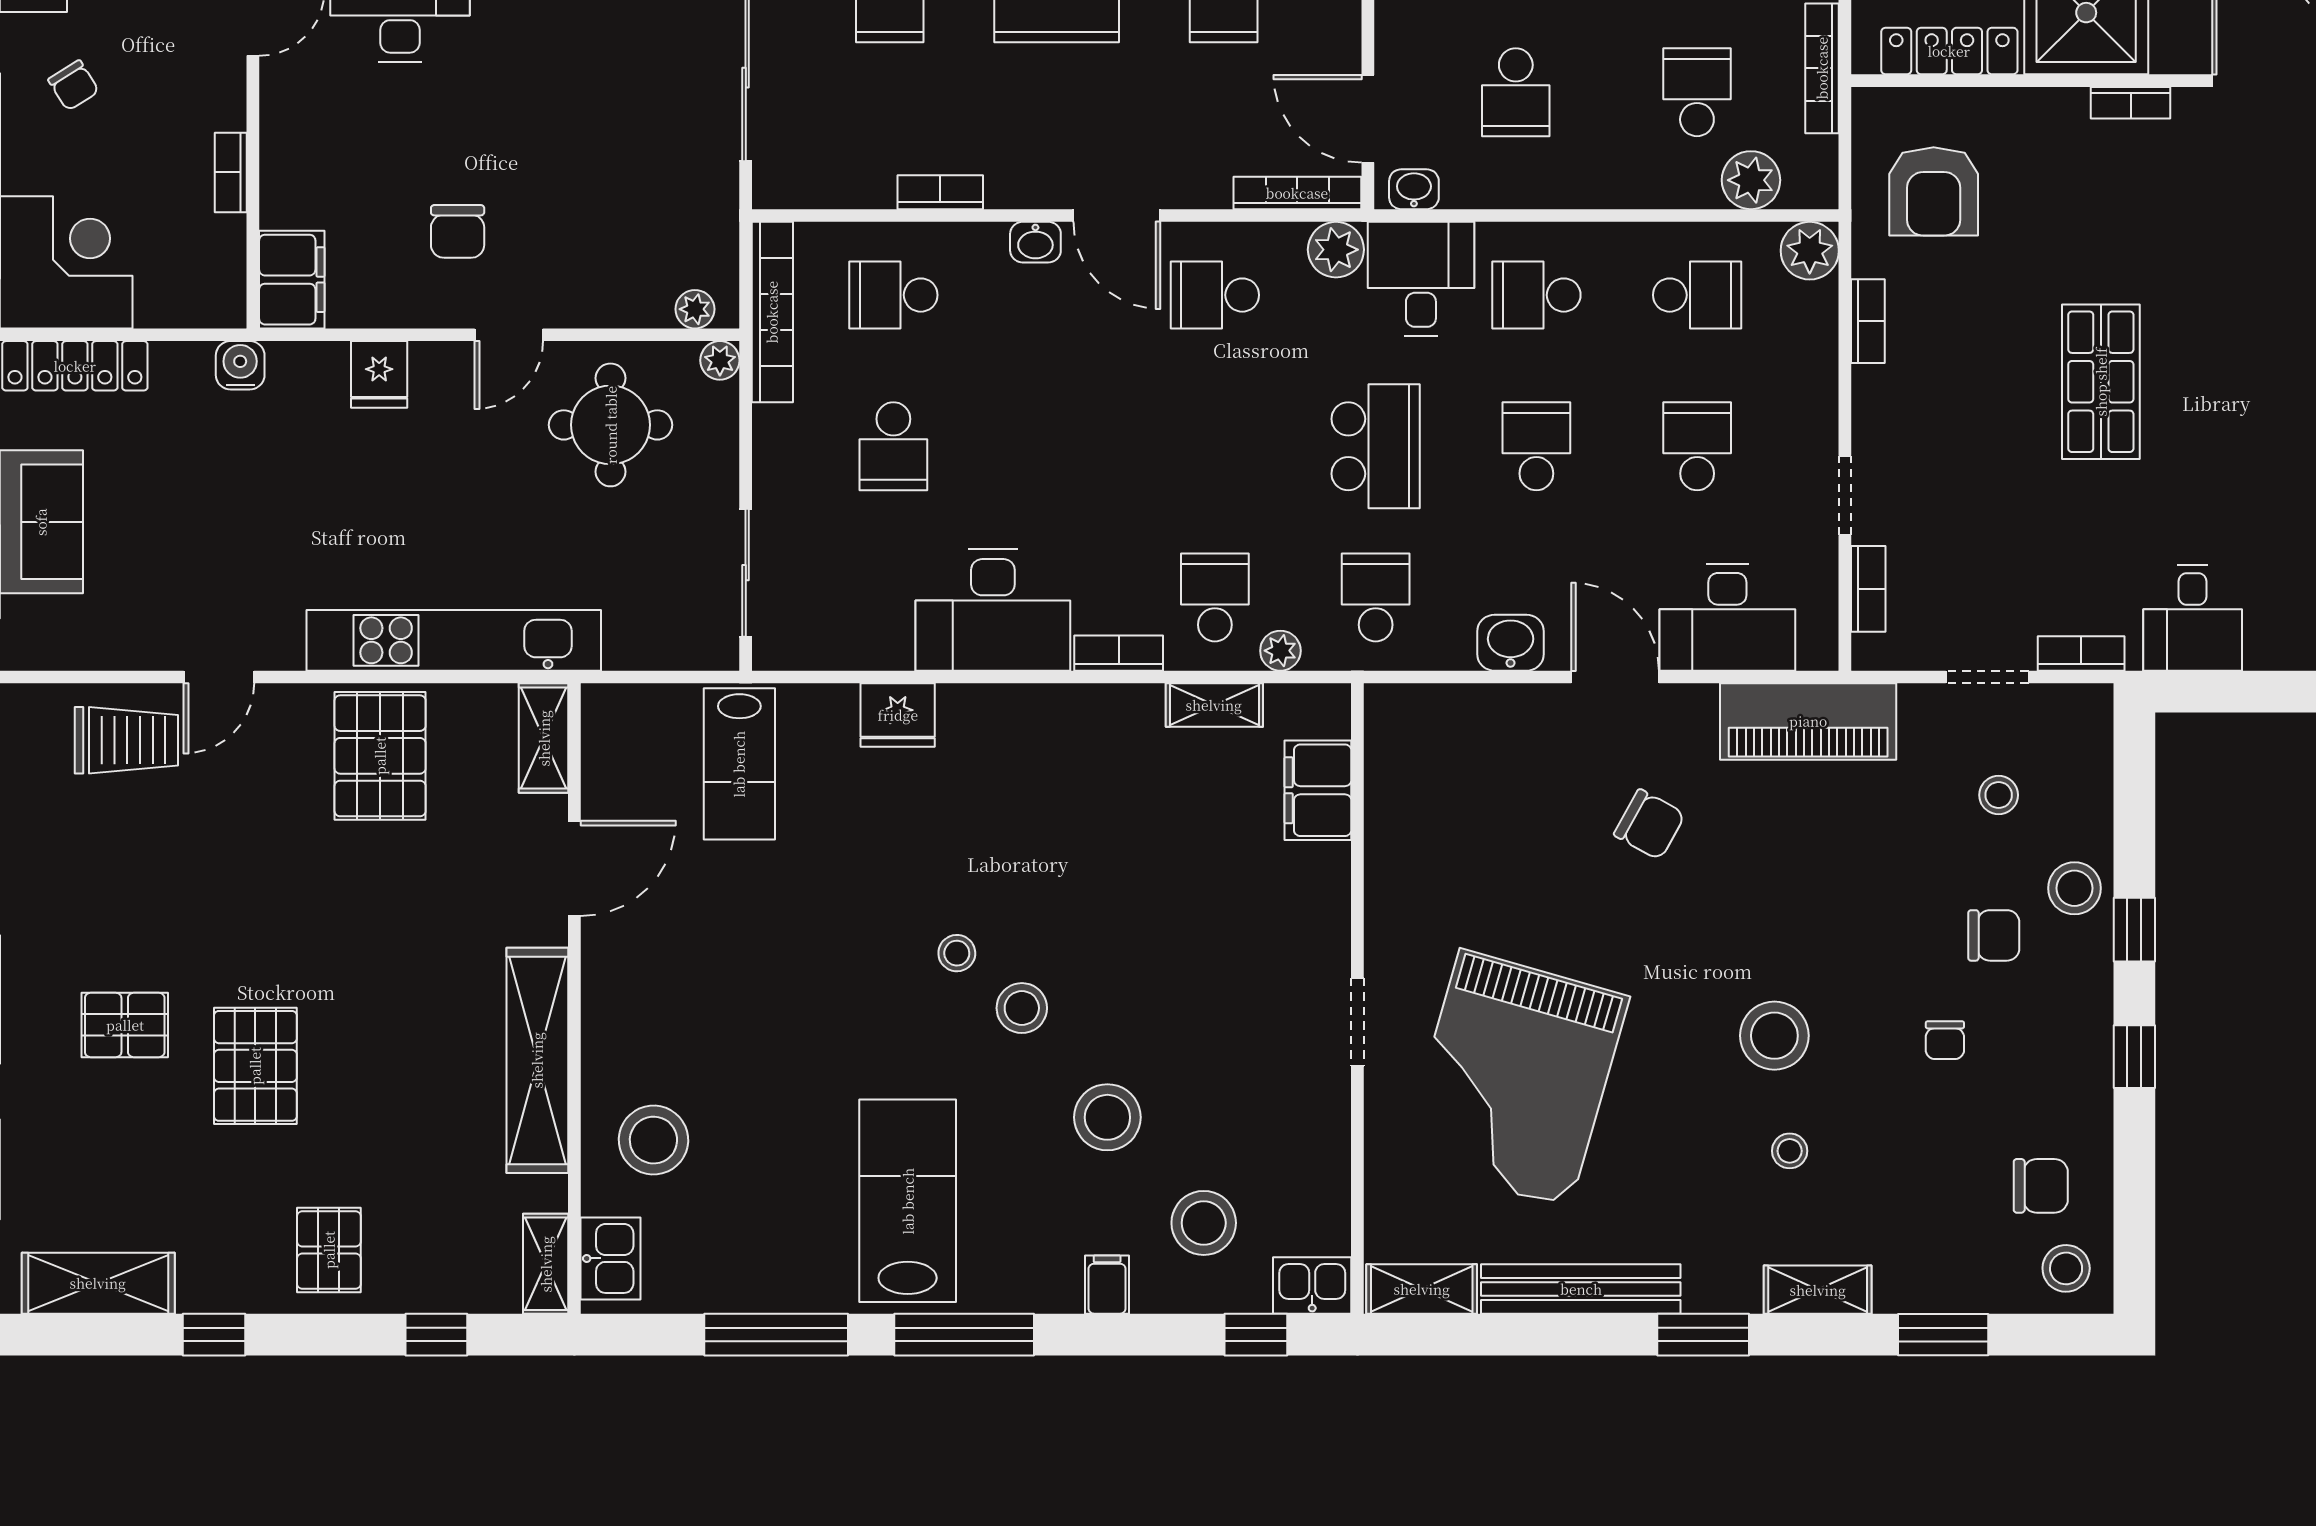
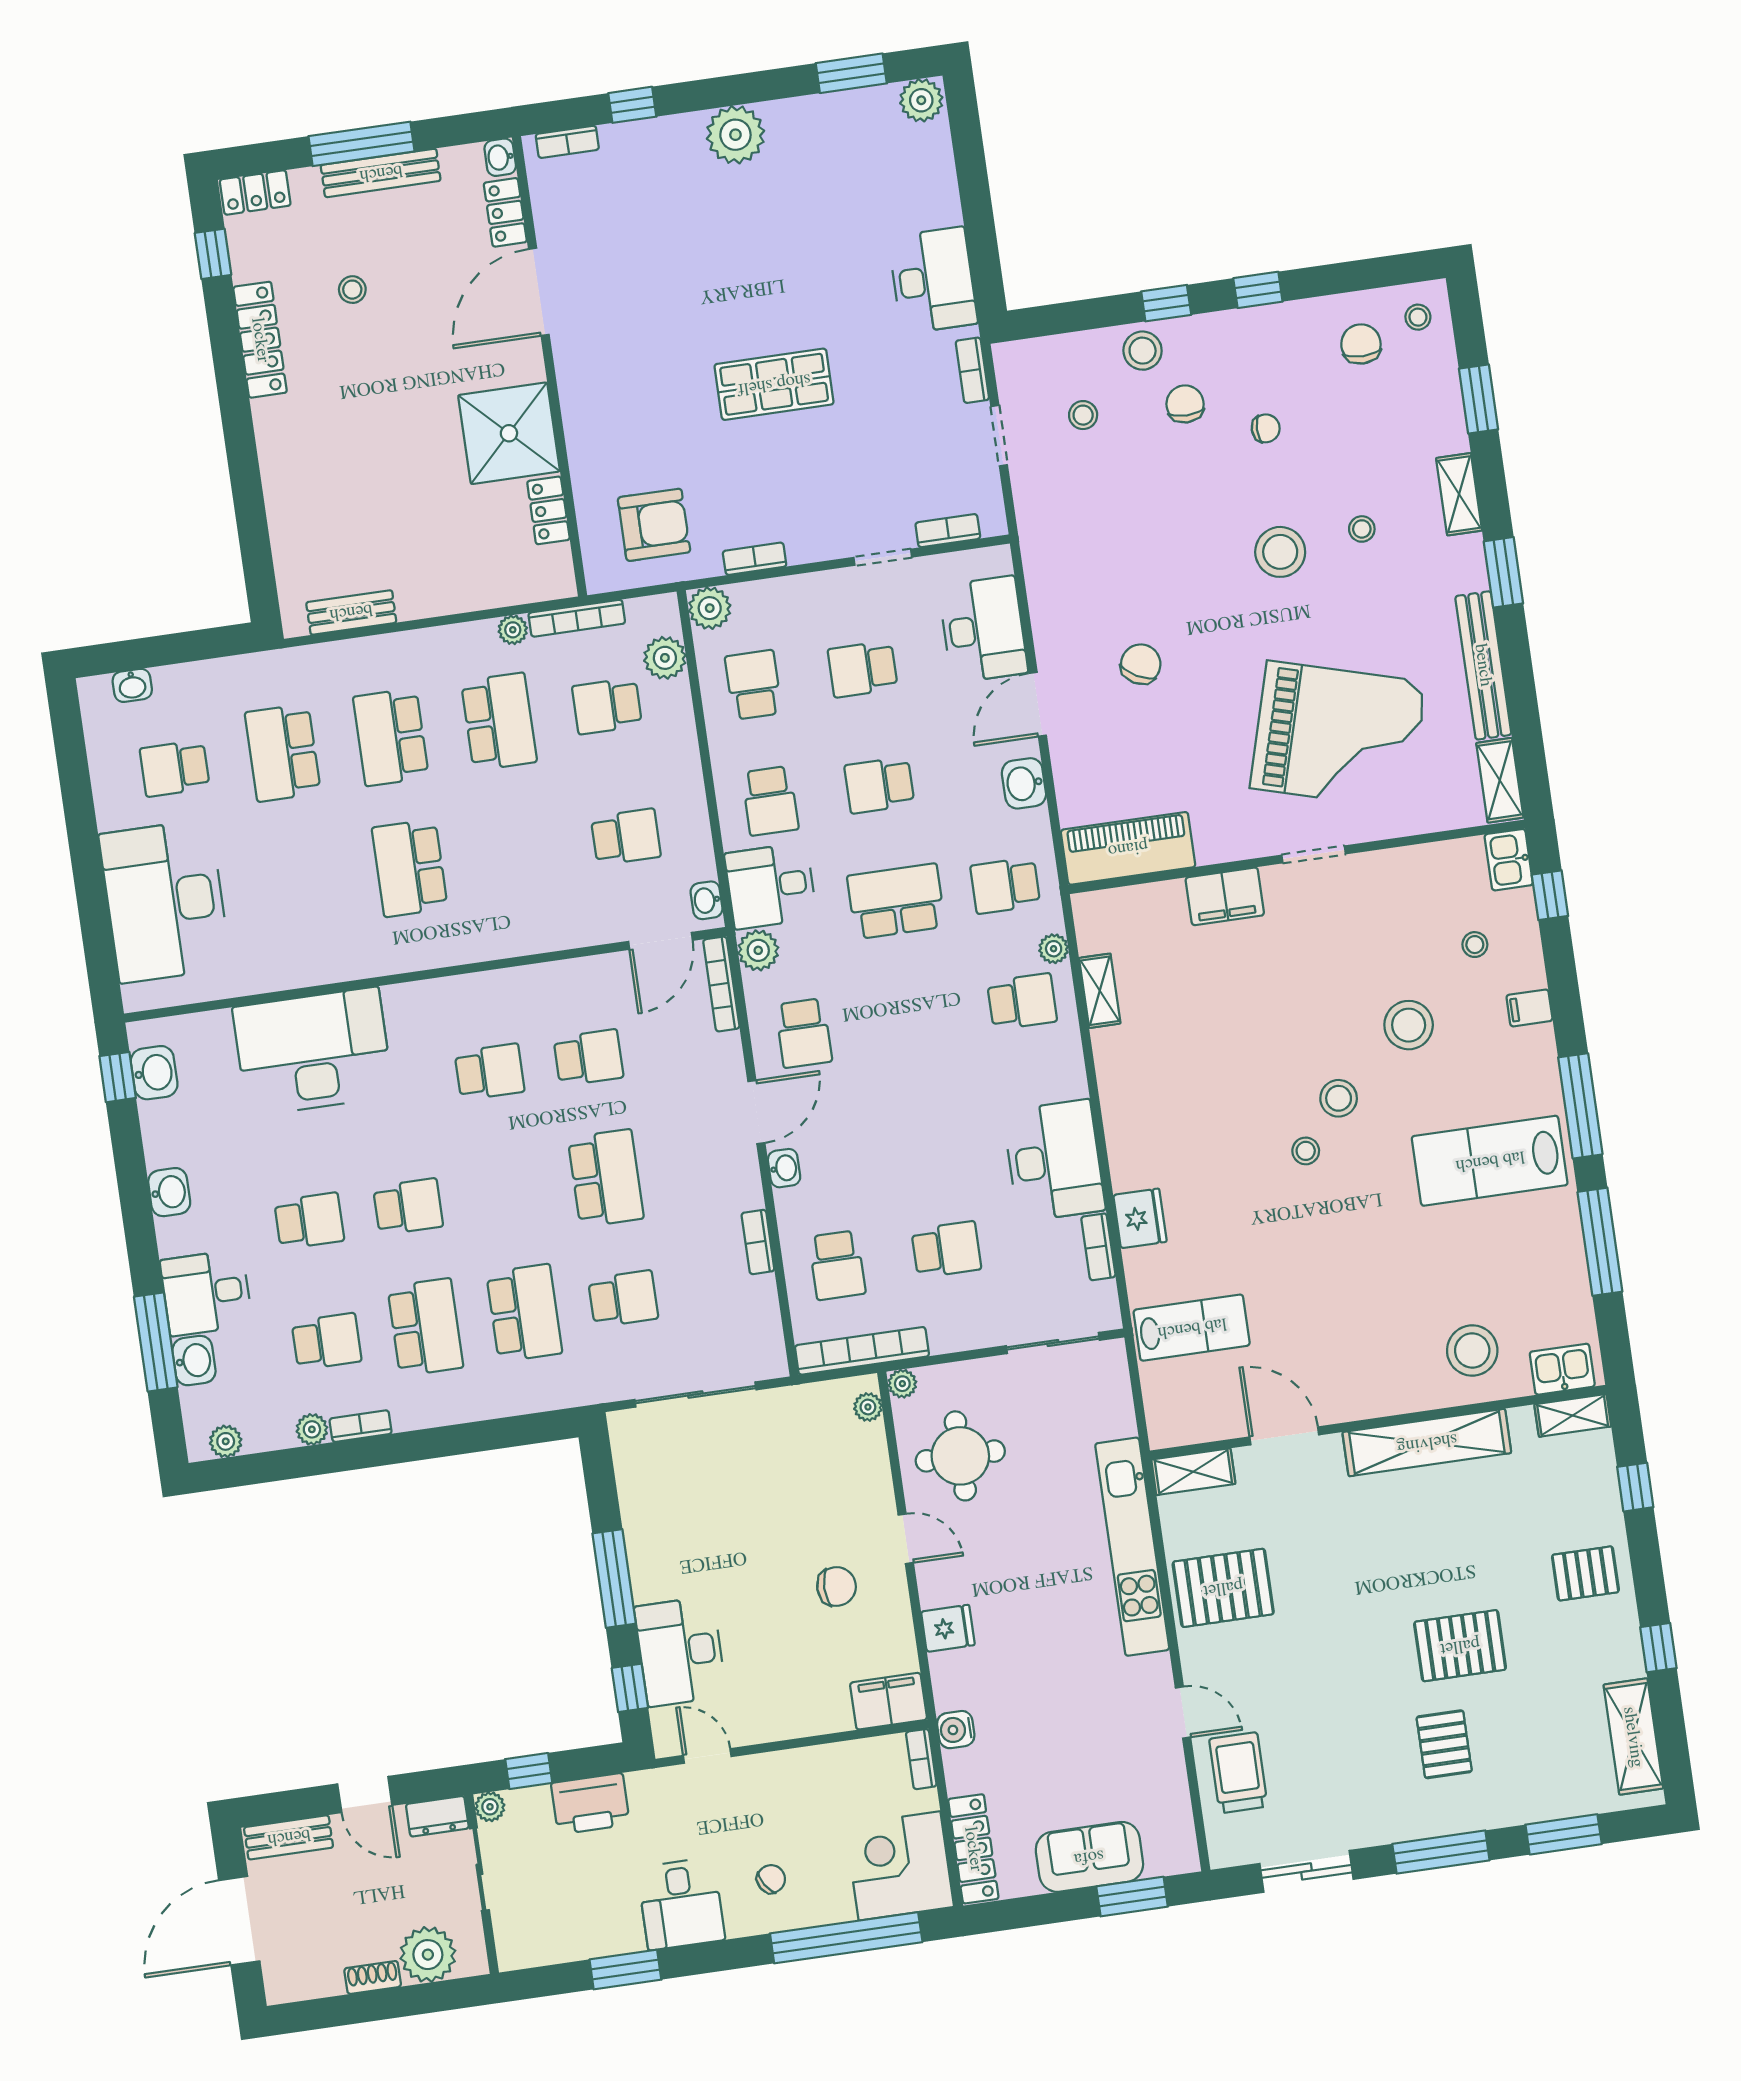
locker: (1949, 51) -> (548, 510), width x0.66
bookcase: (2131, 103) -> (569, 392), removed
bookcase: (231, 172) -> (921, 1759), moved, turned 90
school desk: (1215, 597) -> (1022, 1002), turned 180
desk: (2193, 618) -> (933, 280), width x1.37
bookcase: (1119, 653) -> (1098, 1247), moved
piano: (1808, 721) -> (1128, 848), moved, turned -90
filing cabinet: (1318, 790) -> (1225, 896), moved
stool: (1204, 1223) -> (1475, 945), width x0.53, depth x0.53
stool: (2066, 1268) -> (1418, 317), width x0.73, depth x0.73

